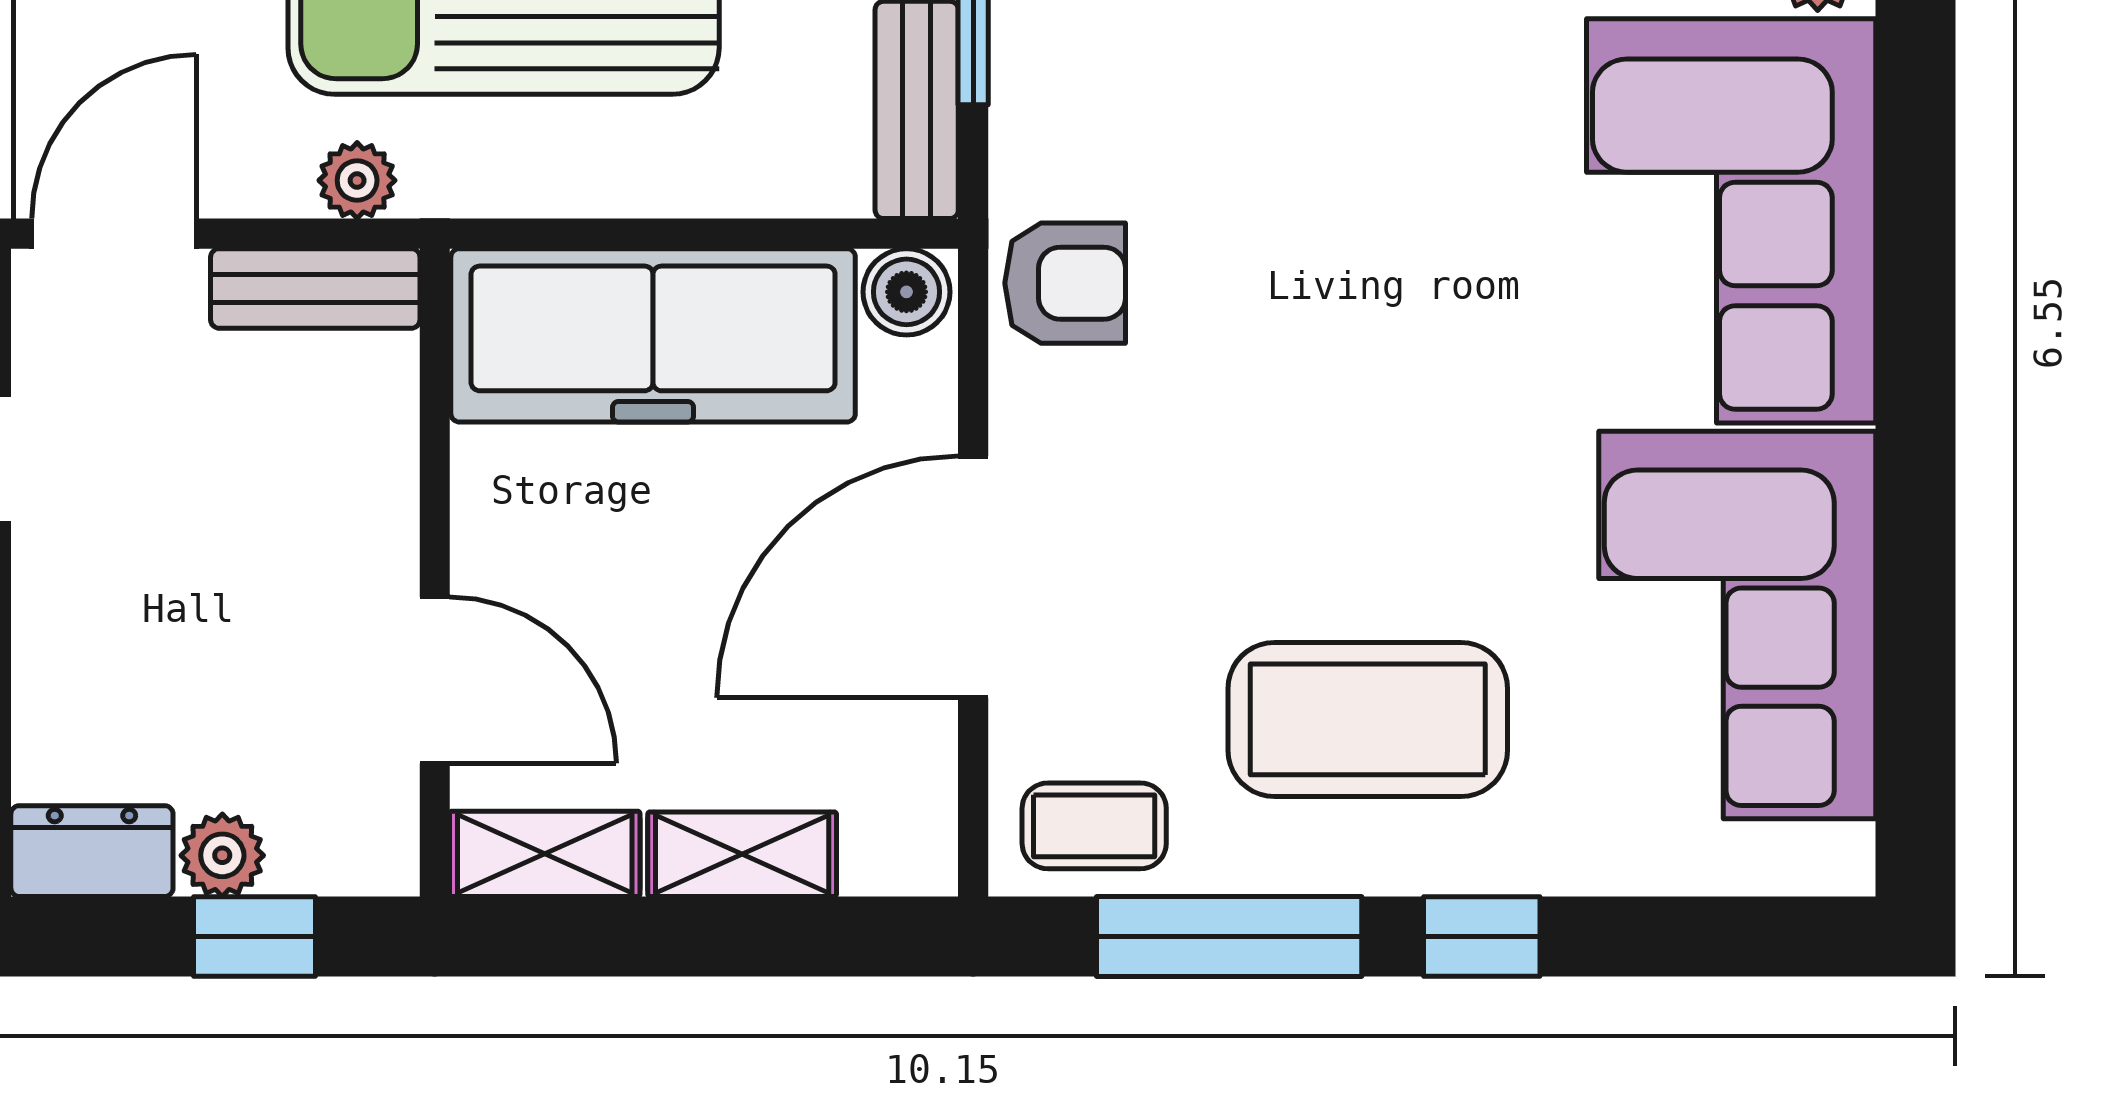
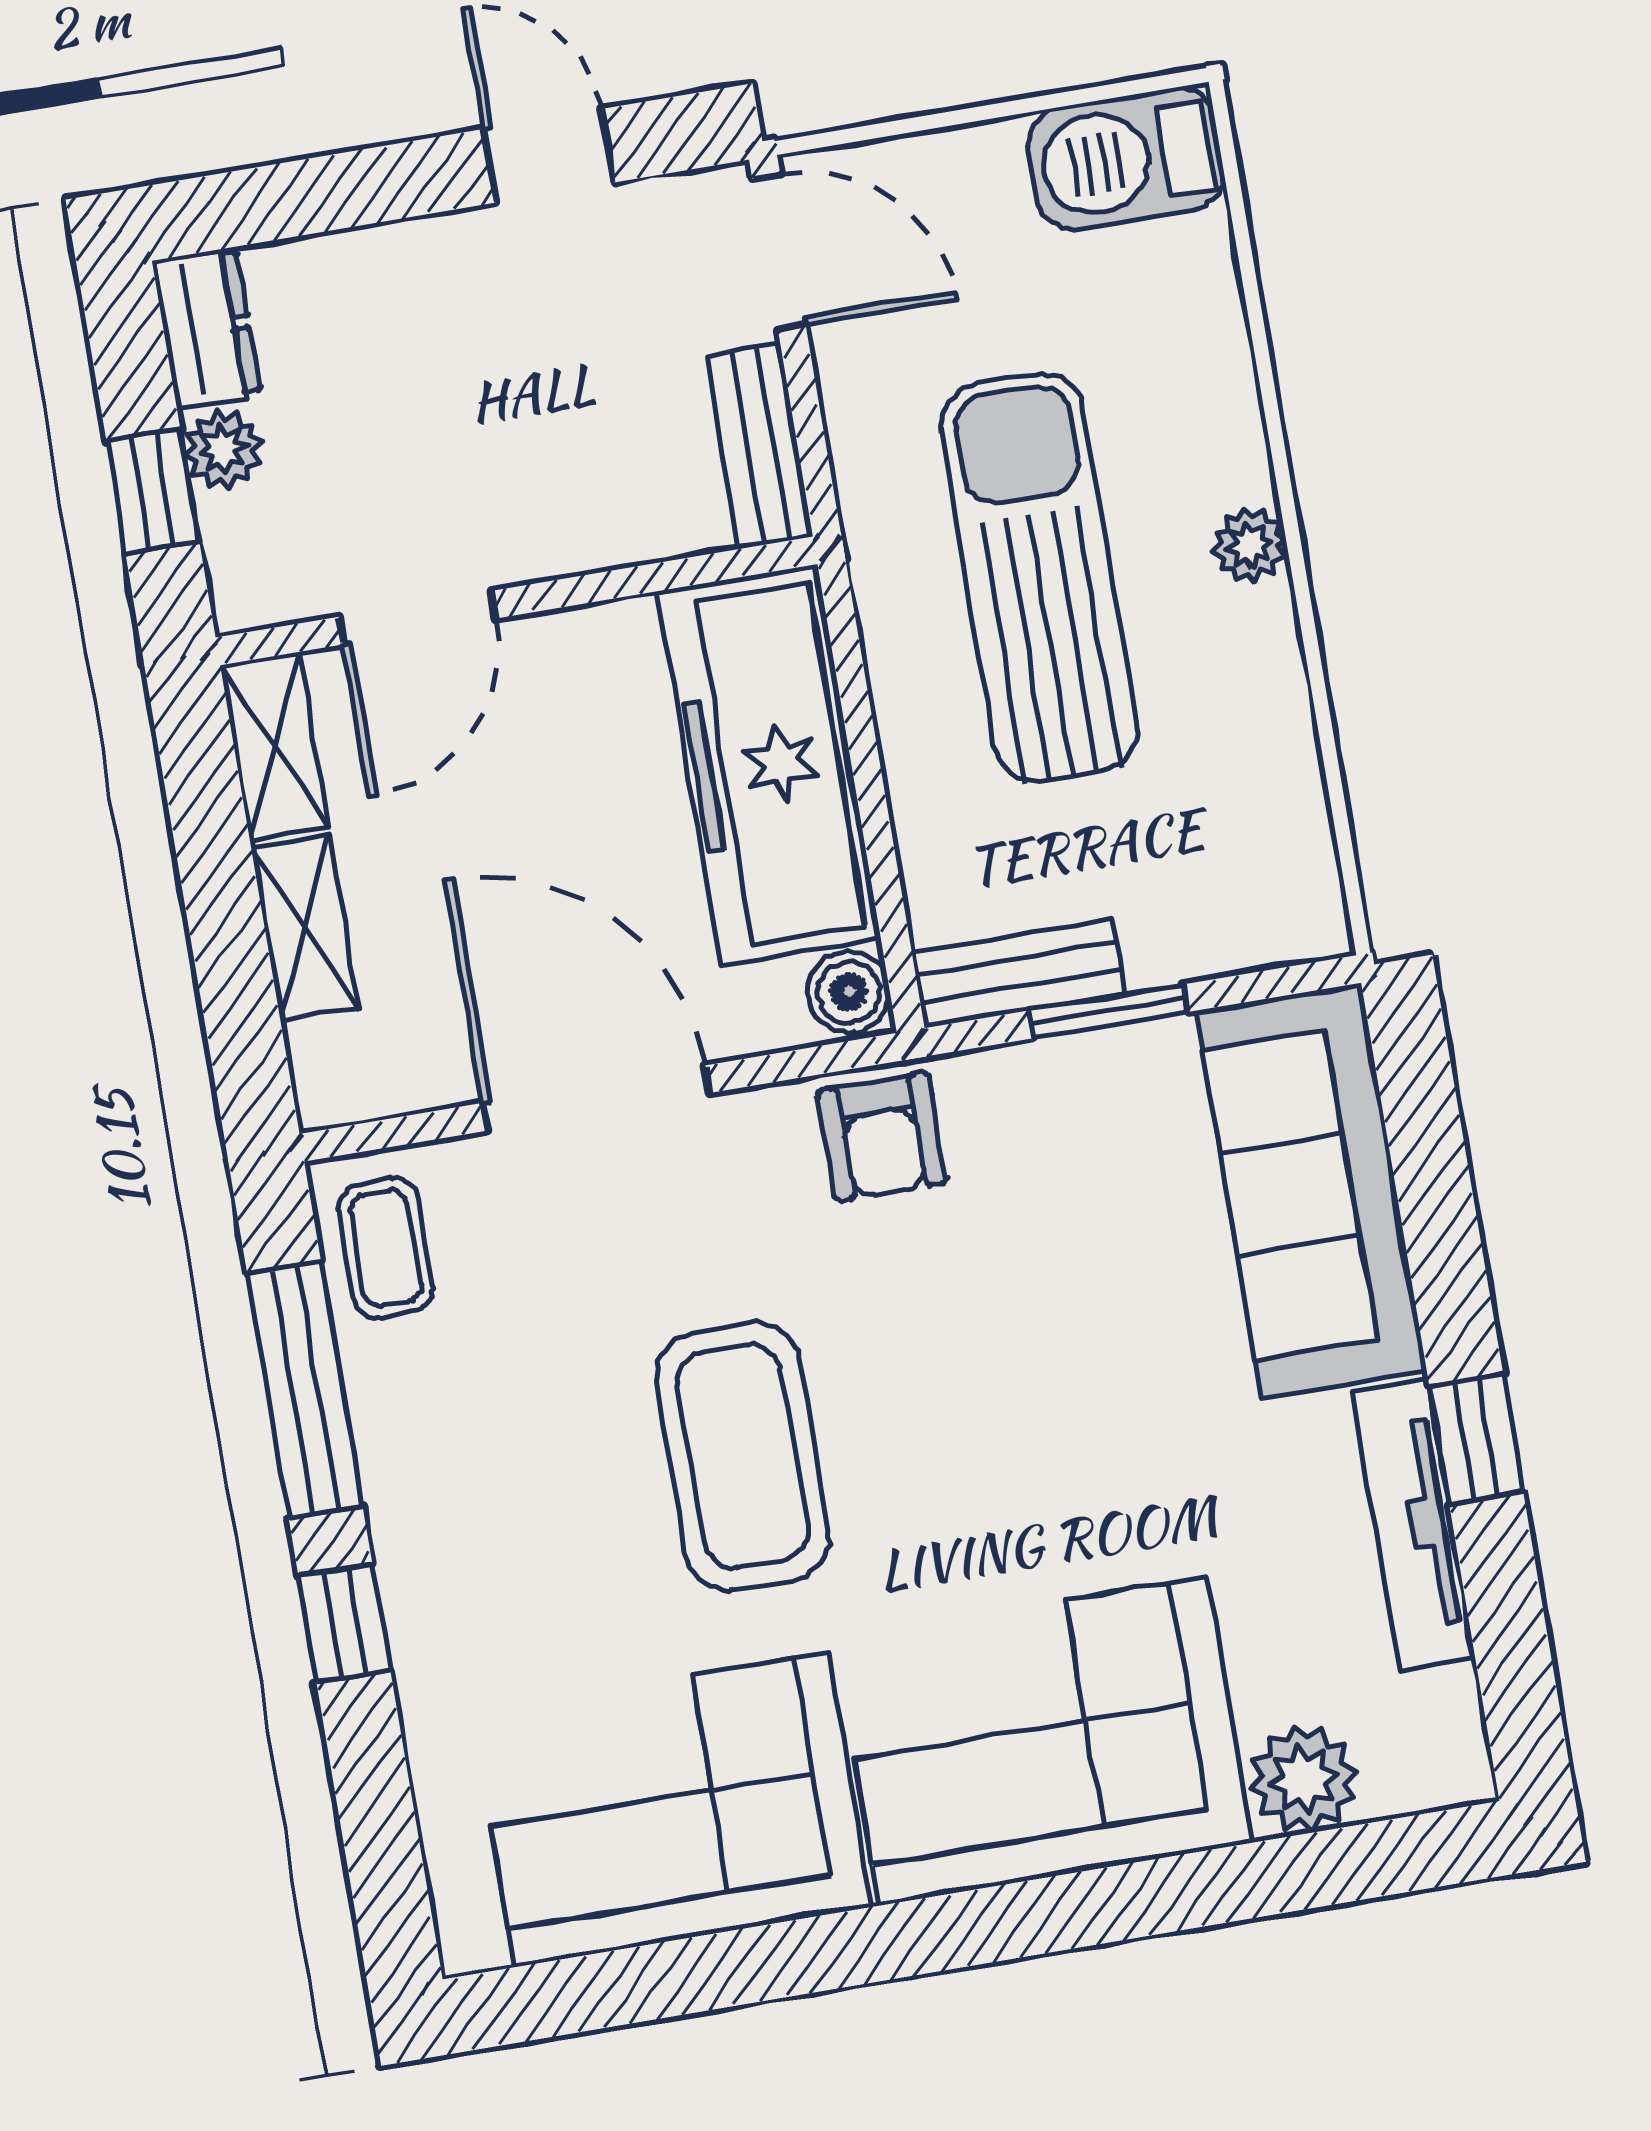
plant: (357, 180) -> (866, 468), removed
coffee table: (1368, 719) -> (743, 1456), moved

